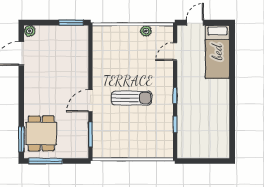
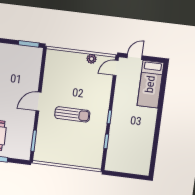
door: (175, 52) -> (116, 68), moved
door: (90, 101) -> (38, 102), moved

